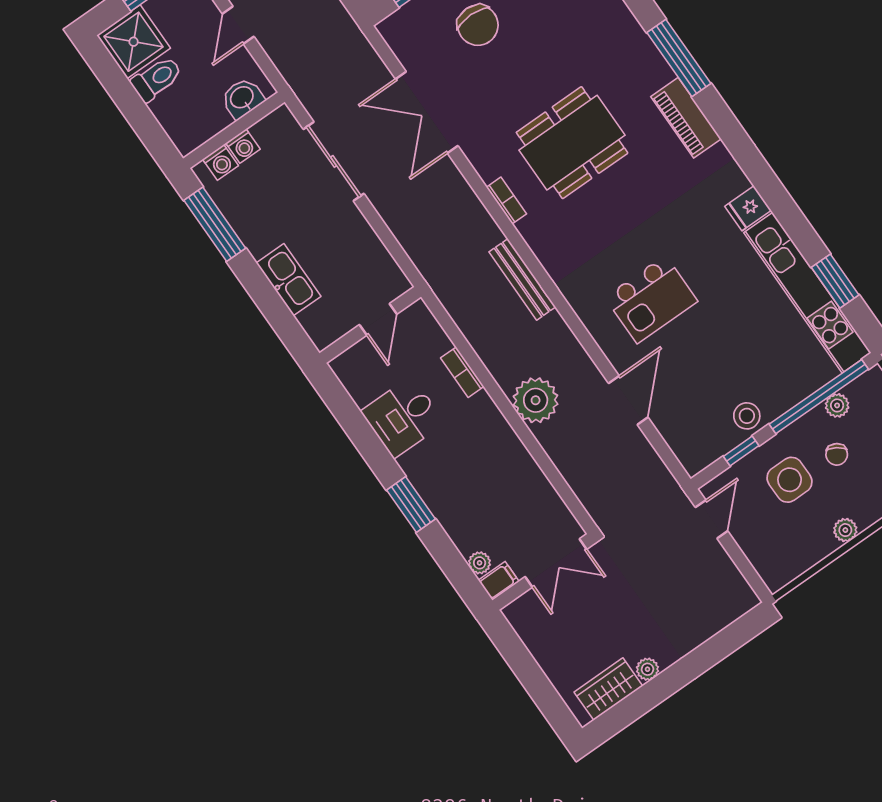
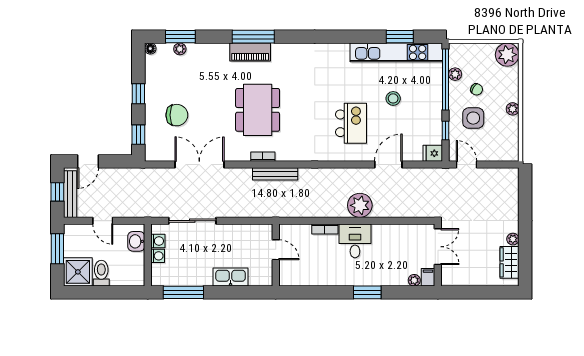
double door: (427, 112) -> (199, 165), swing flipped
piano: (686, 118) -> (250, 52), moved
washing machine: (220, 162) -> (158, 241), moved
fridge: (748, 208) -> (433, 153), moved, turned 90
bench: (522, 279) -> (275, 174), moved
door: (628, 400) -> (388, 165), hinge flipped
stool: (747, 416) -> (393, 98), moved
desk: (403, 417) -> (355, 241), moved, turned 180

